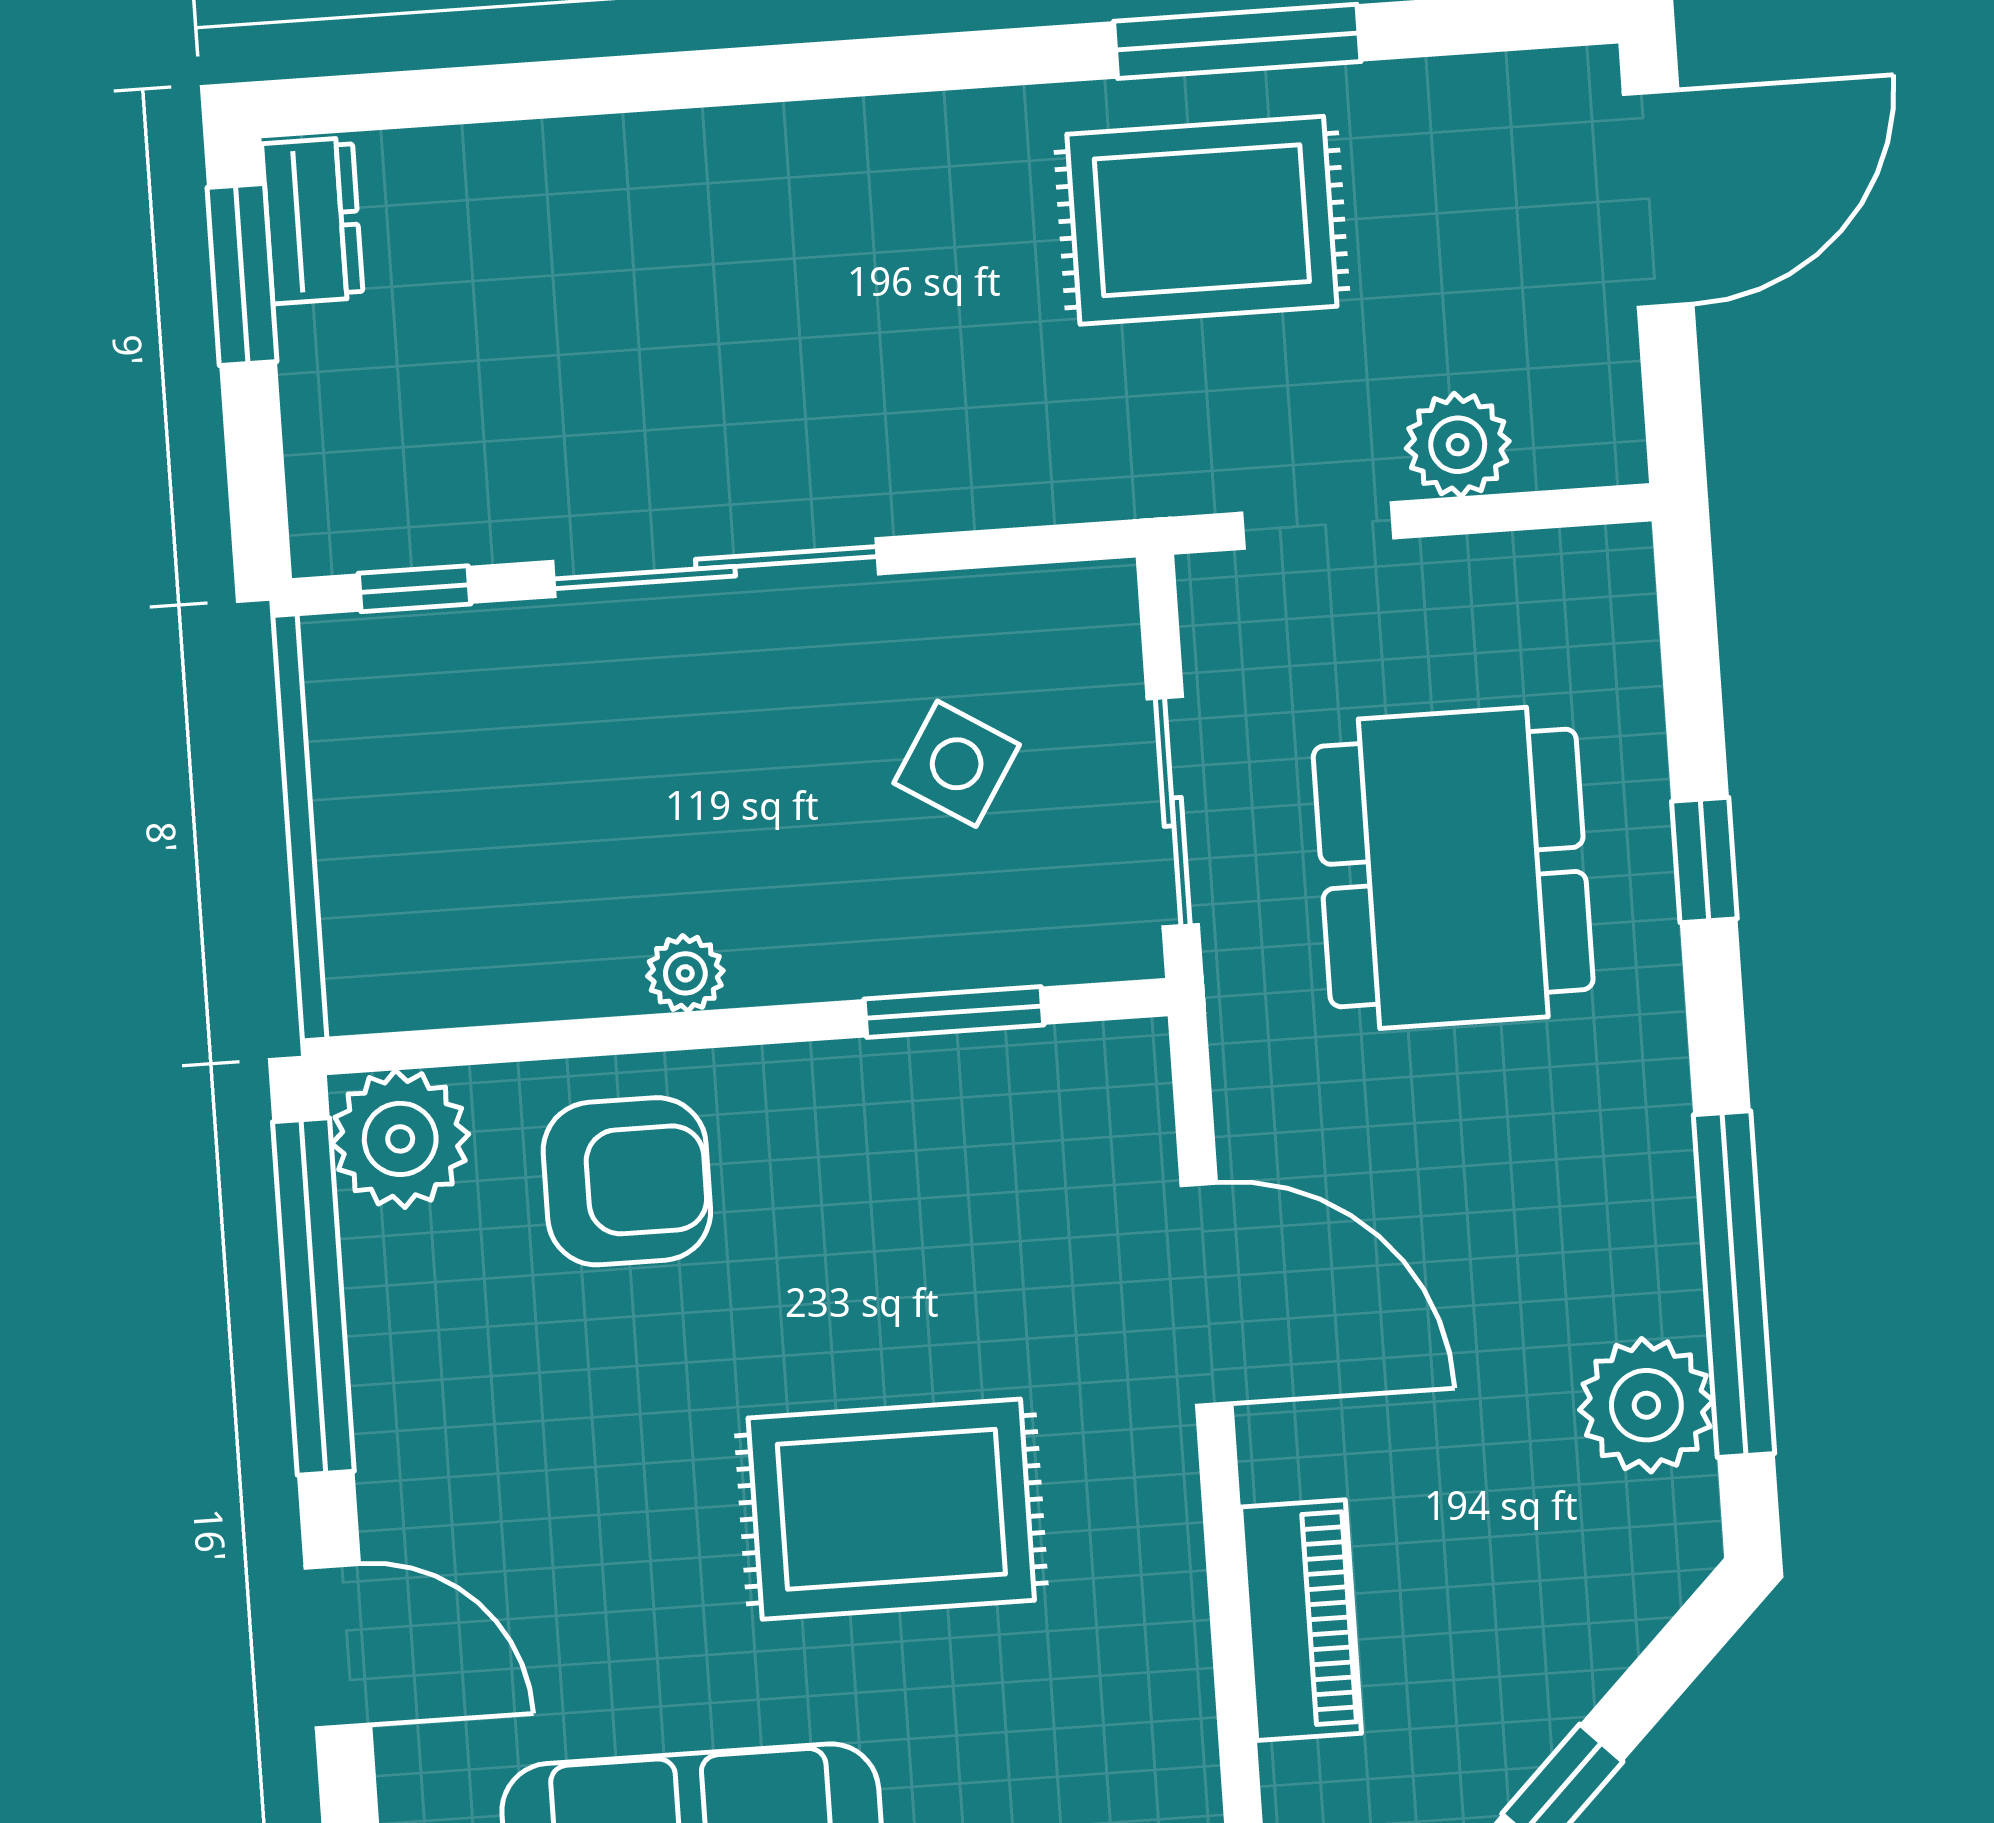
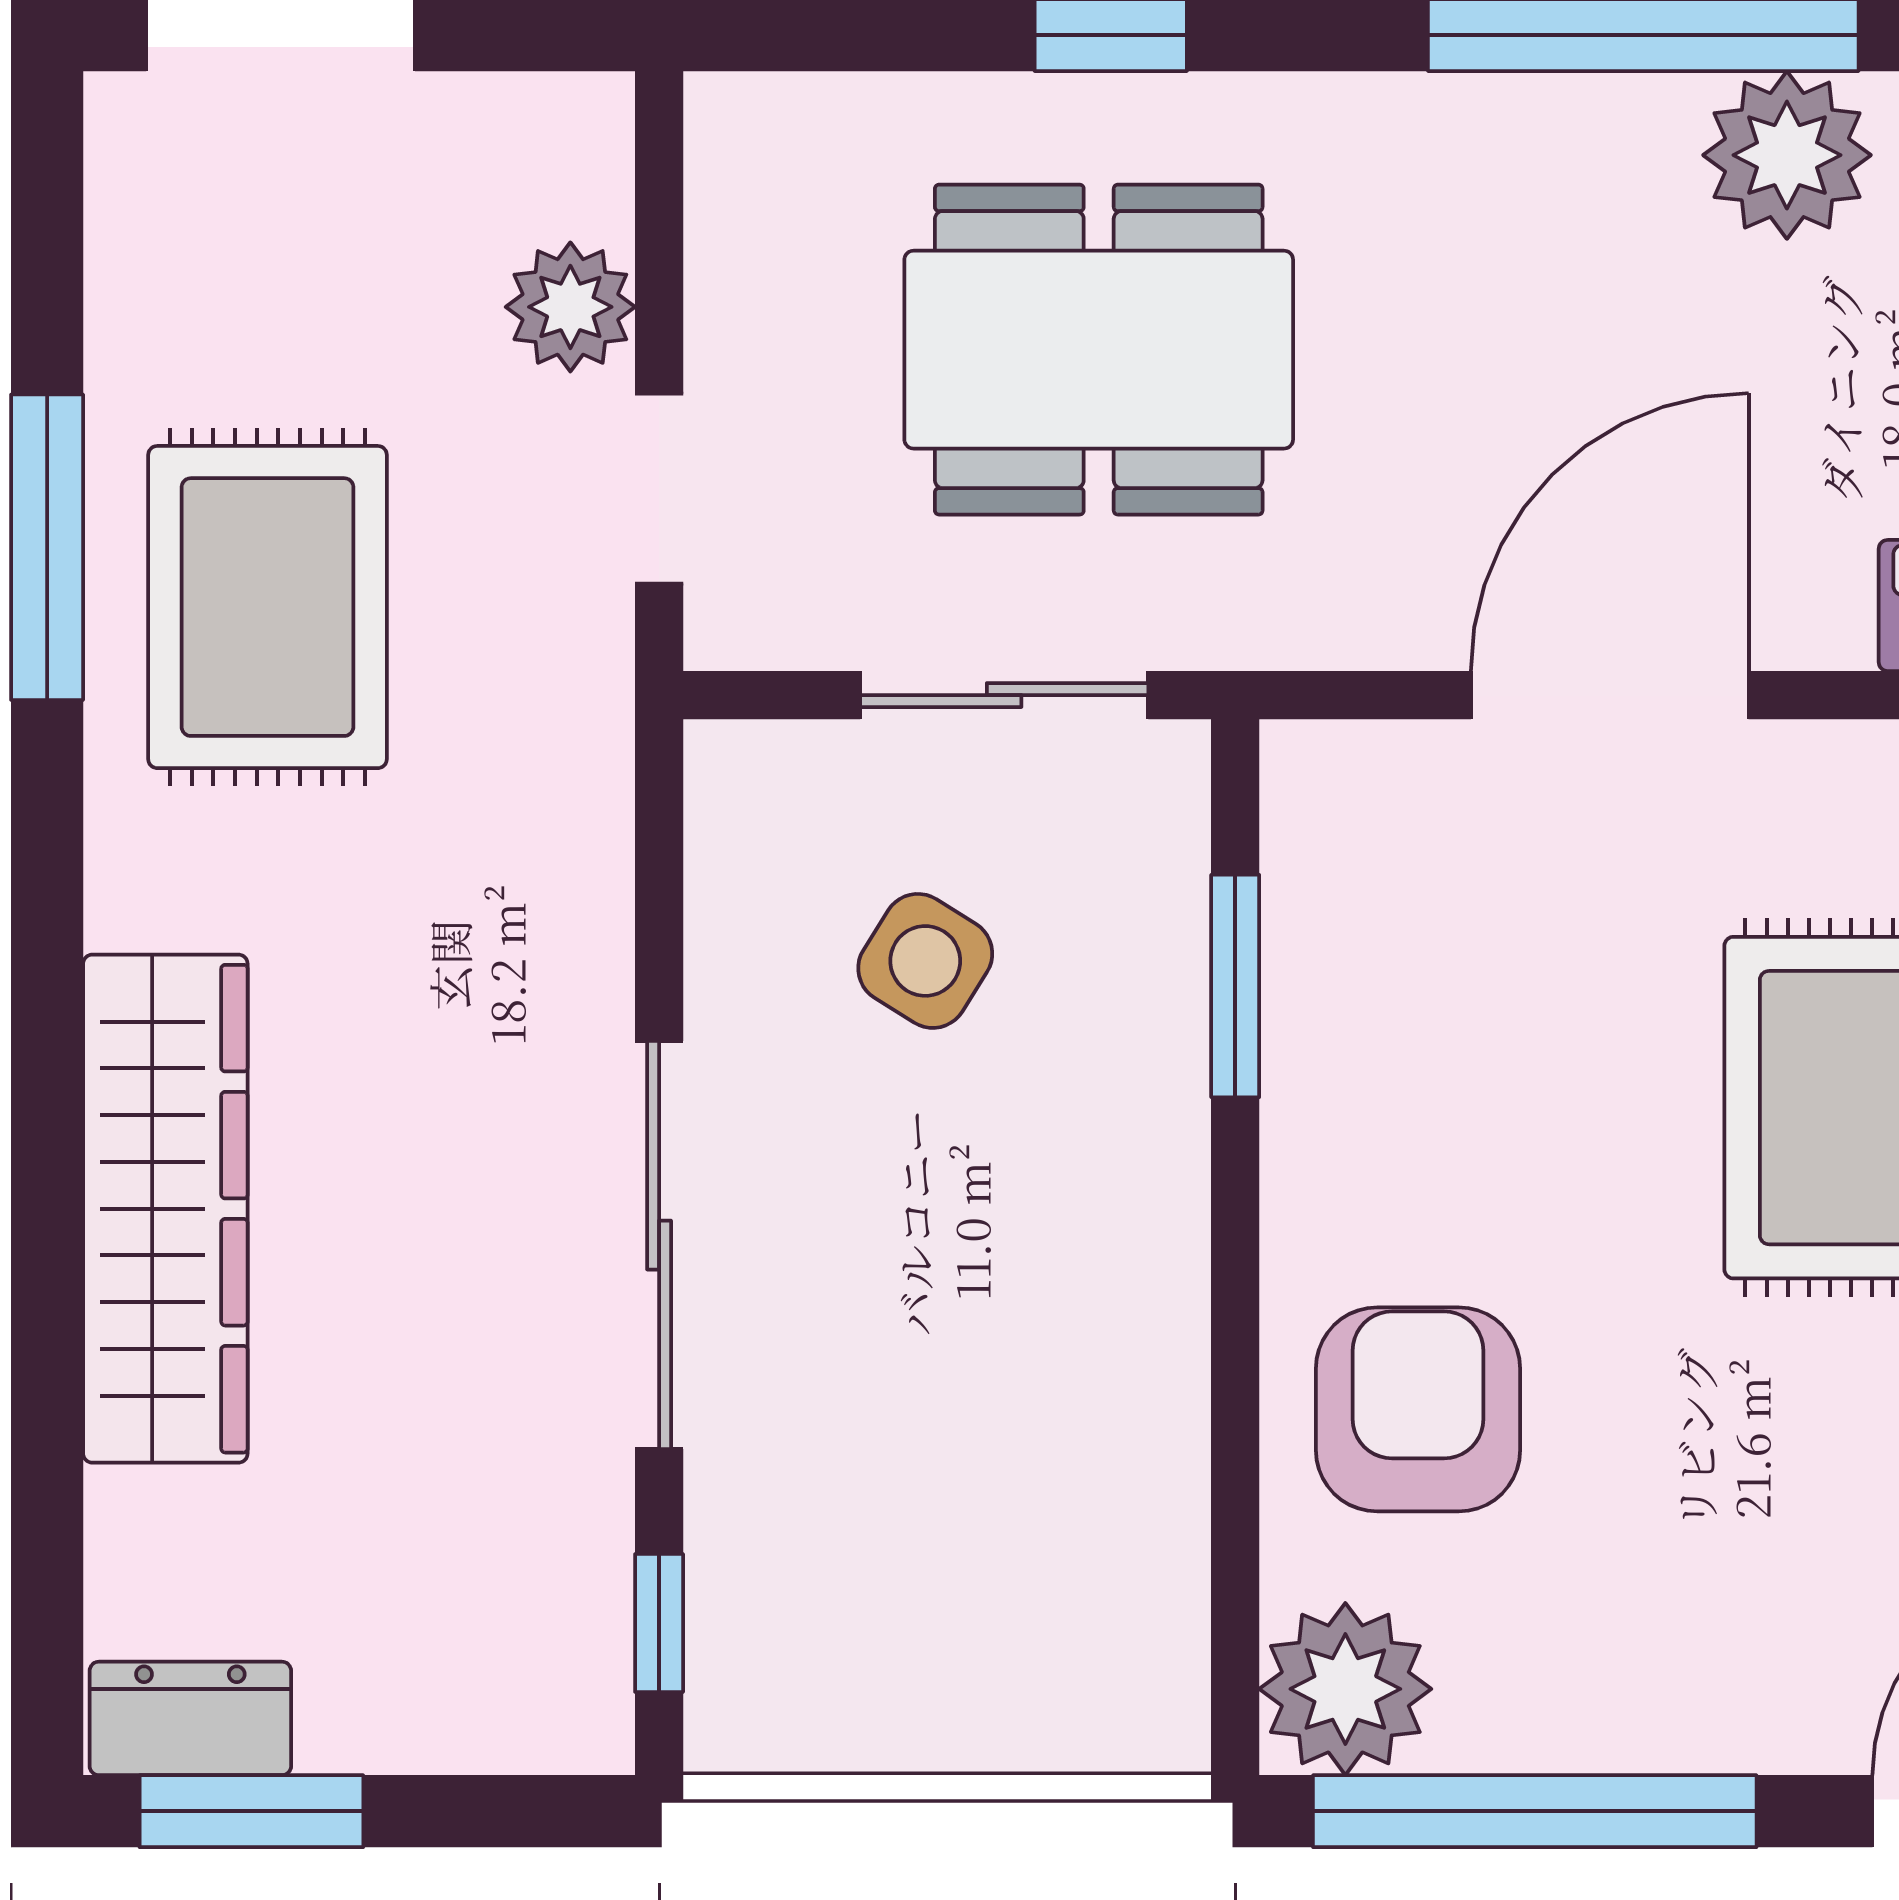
wardrobe: (717, 172) -> (165, 1209), added
plant: (685, 973) -> (1163, 1318), removed

